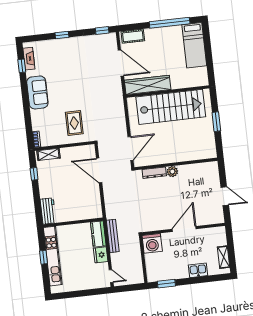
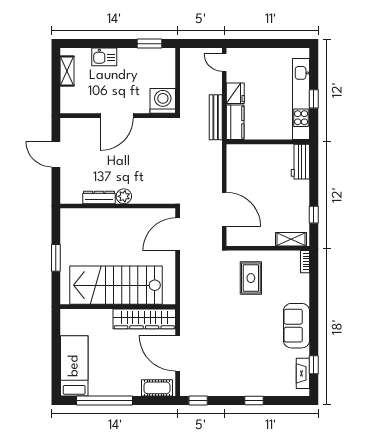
dresser: (154, 173) -> (99, 197), moved

